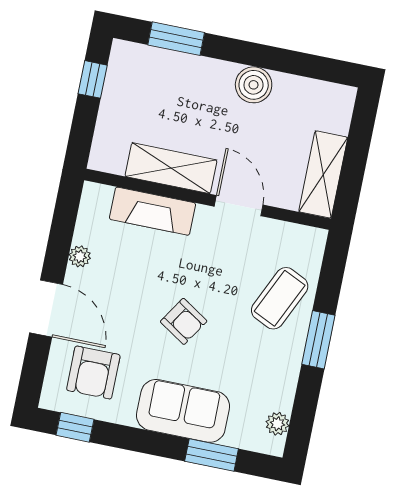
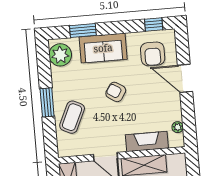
plant: (80, 256) -> (178, 127), moved
armchair: (93, 373) -> (153, 54), turned 180
plant: (277, 424) -> (60, 55), width x1.87, depth x1.87

